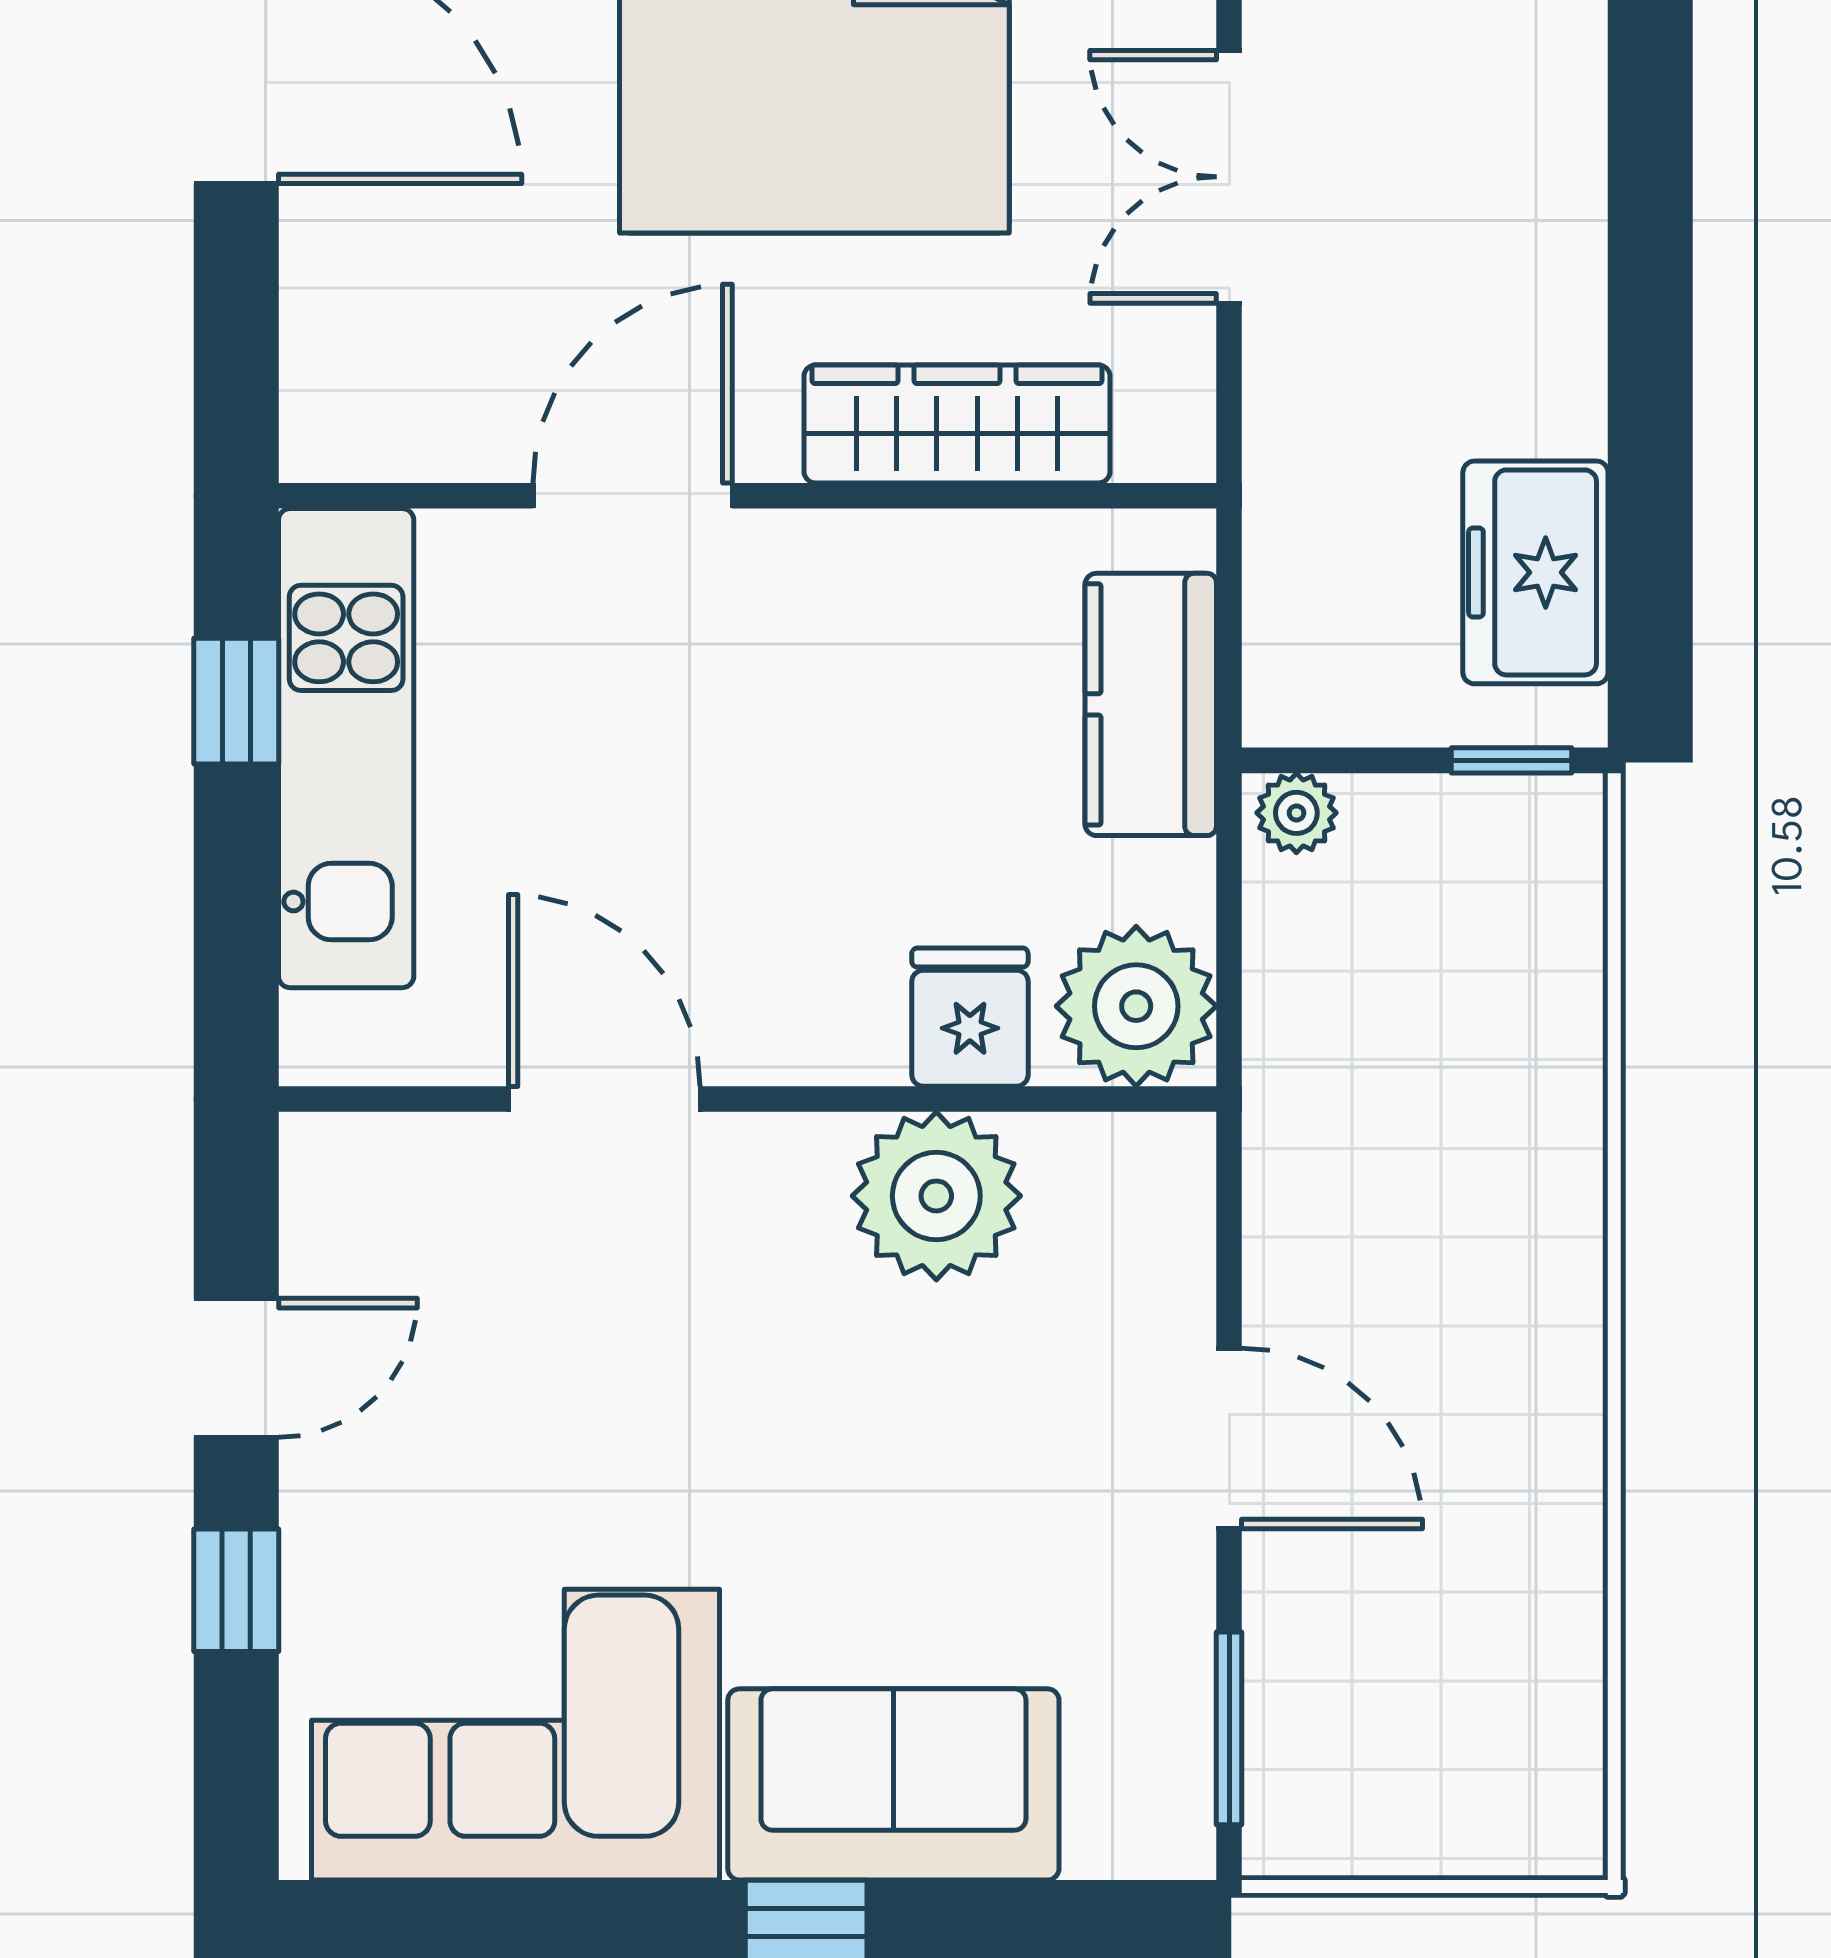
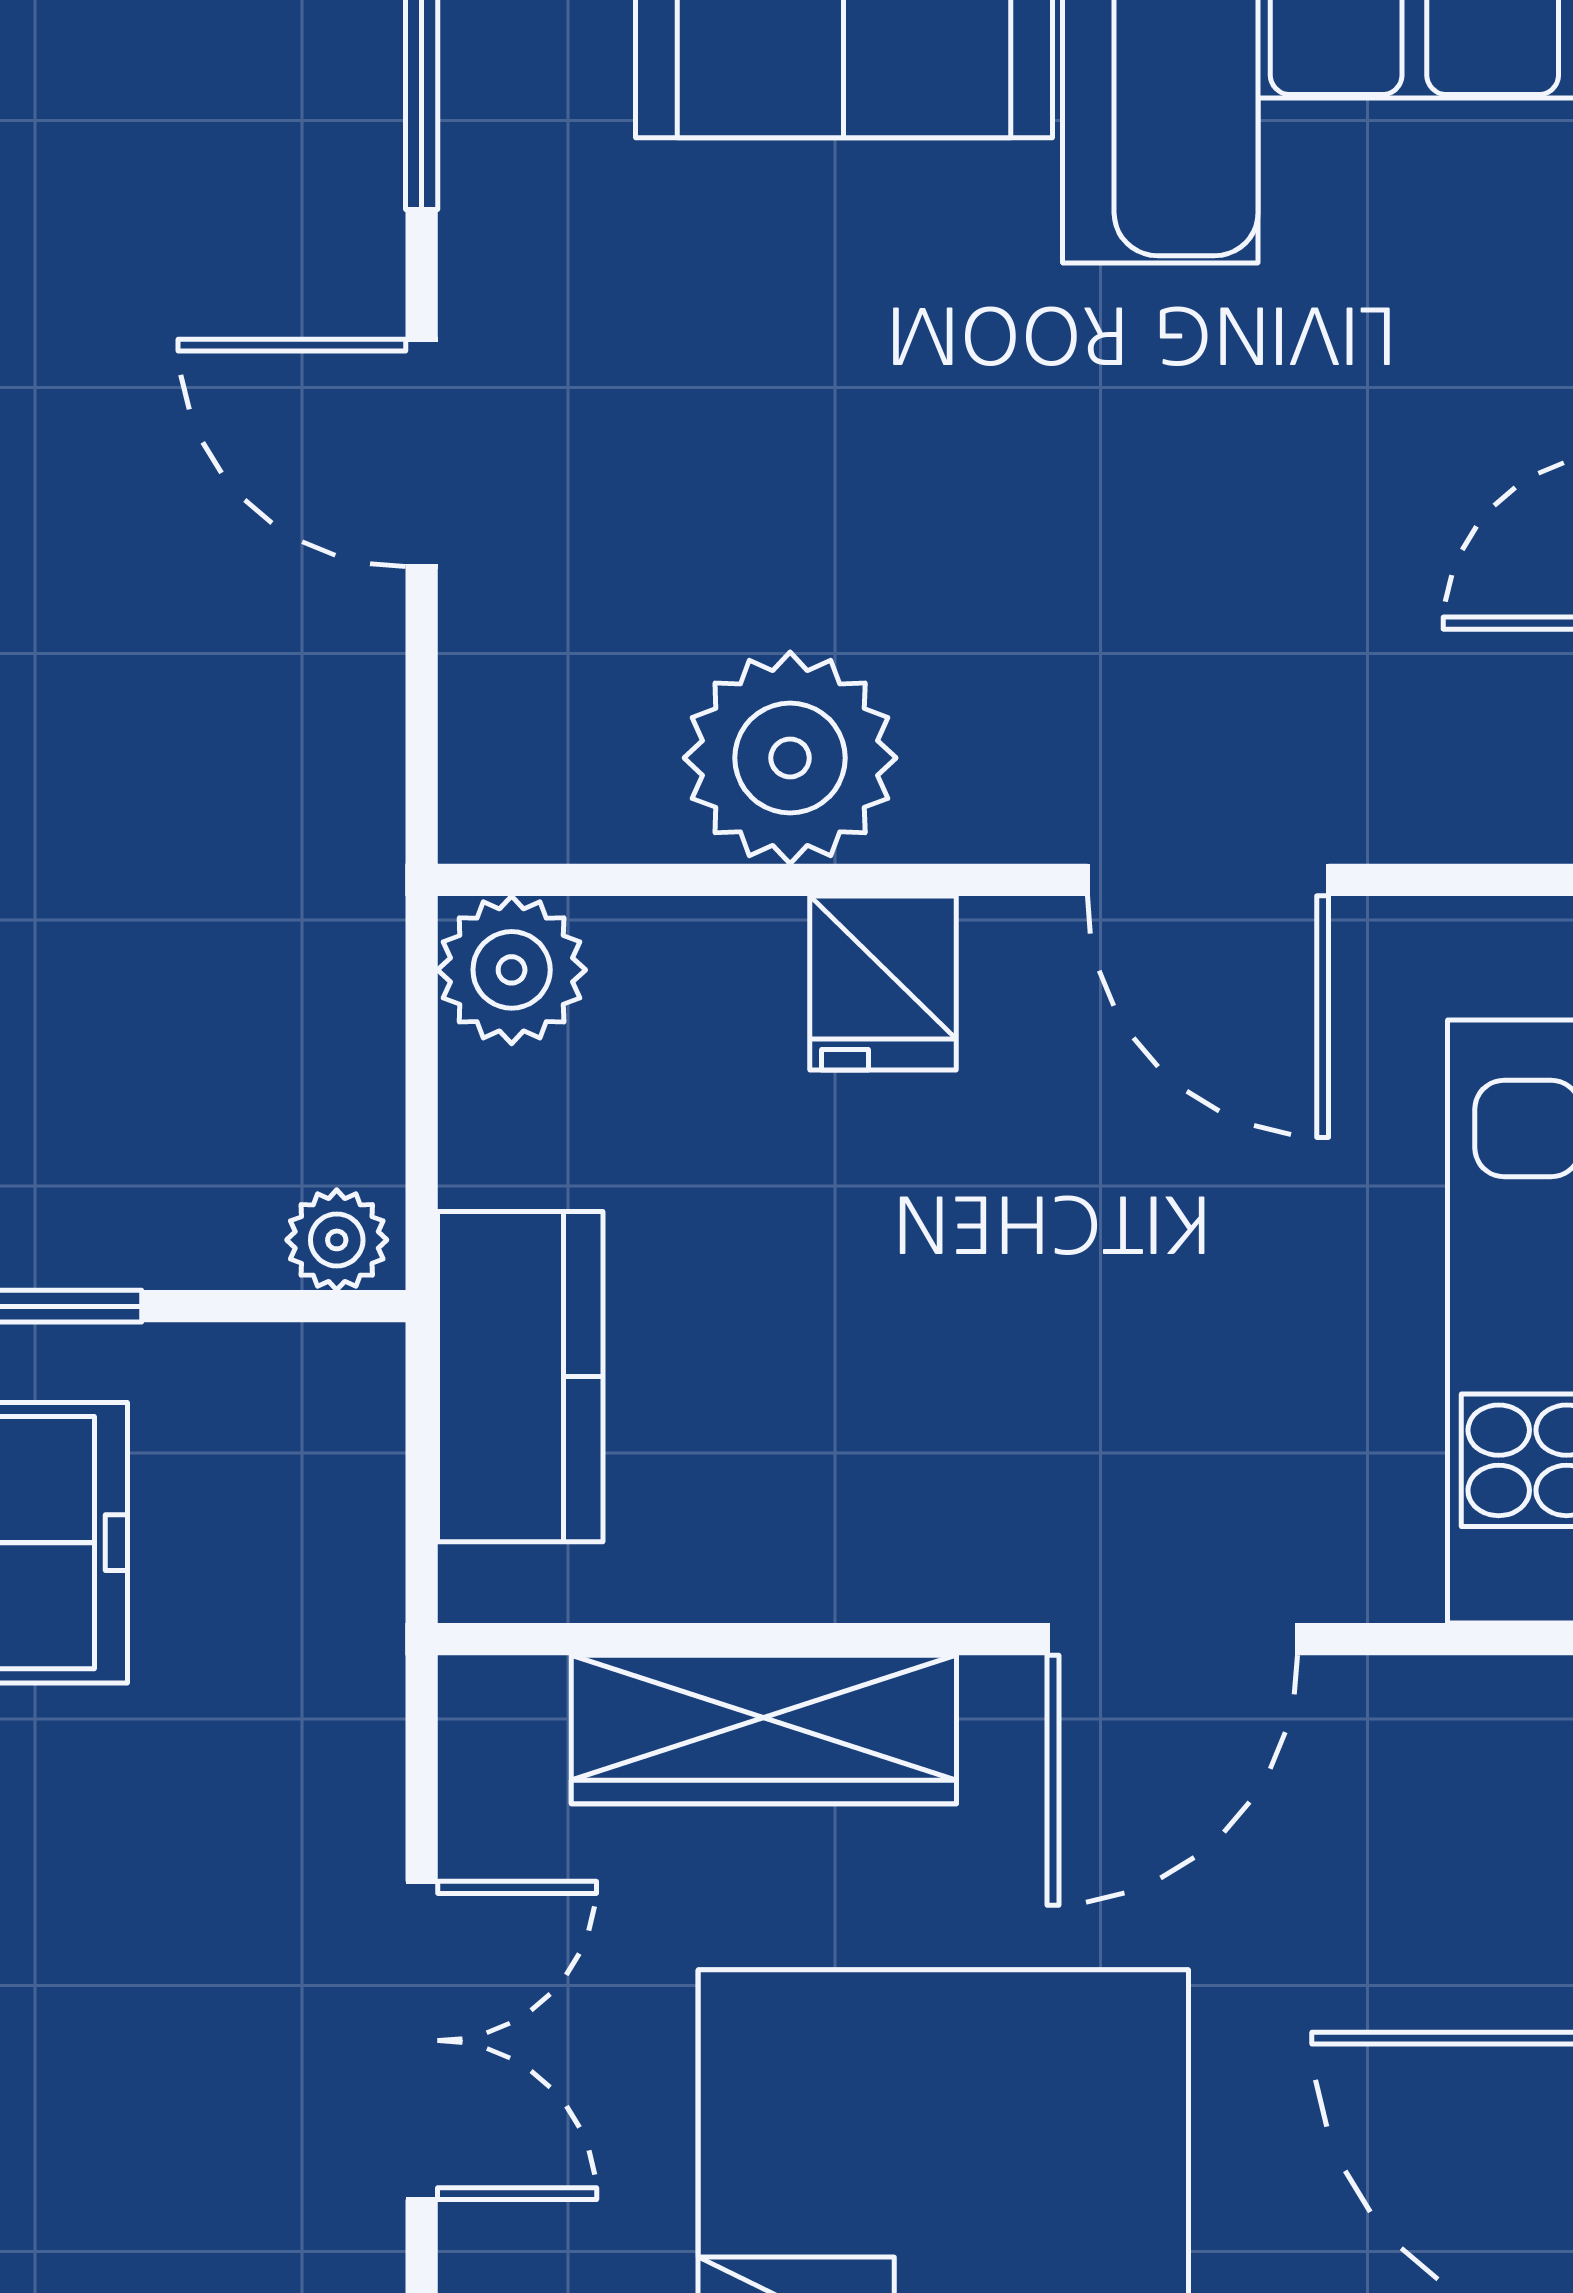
plant: (1136, 1006) -> (512, 970), width x0.73, depth x0.73
fridge: (970, 1017) -> (883, 983), moved

